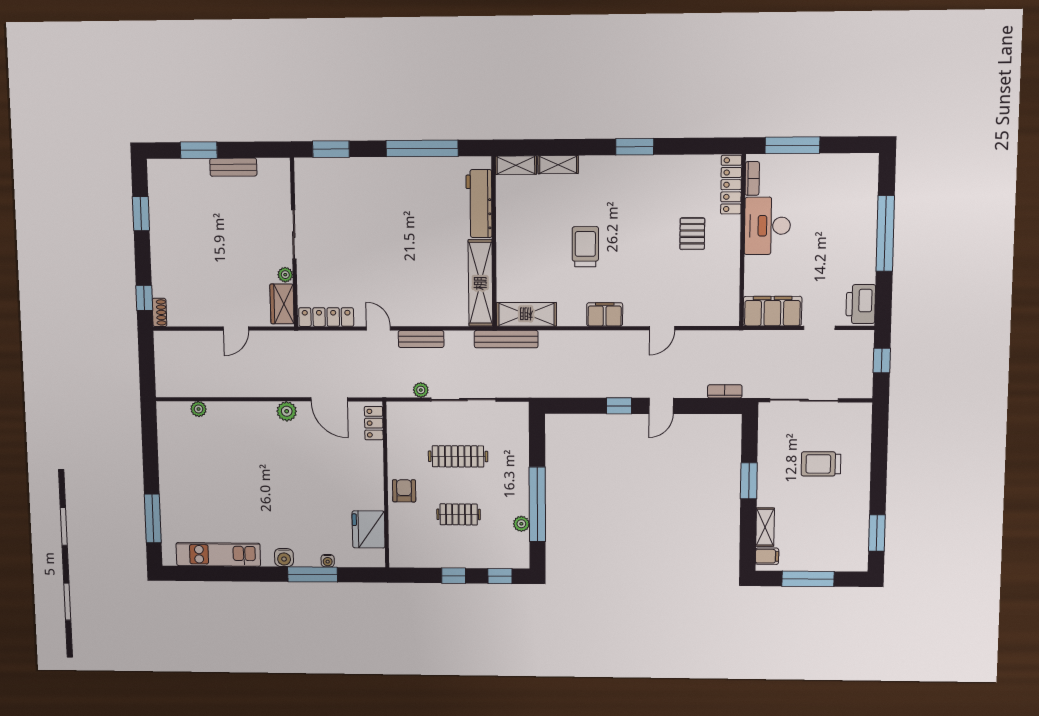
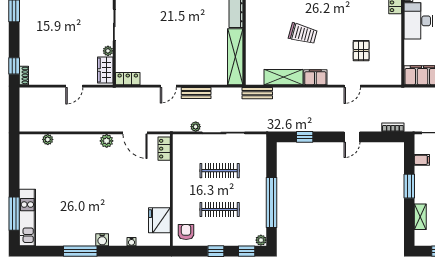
pallet: (692, 234) -> (361, 51), moved
trolley: (585, 247) -> (303, 34), turned 105
shelving: (526, 314) -> (283, 77), moved
locker: (326, 317) -> (128, 79), width x0.66
door: (378, 328) -> (168, 86), swing flipped
bench: (506, 339) -> (257, 93), width x0.73
window: (619, 406) -> (305, 137), moved
armchair: (404, 491) -> (186, 232), moved
clothes rail: (459, 514) -> (220, 210), width x1.36
plant: (521, 524) -> (261, 240), moved
kitchen unit: (218, 554) -> (27, 218), moved, turned 90
filing cabinet: (767, 556) -> (422, 160), moved
window: (312, 574) -> (80, 251), moved

